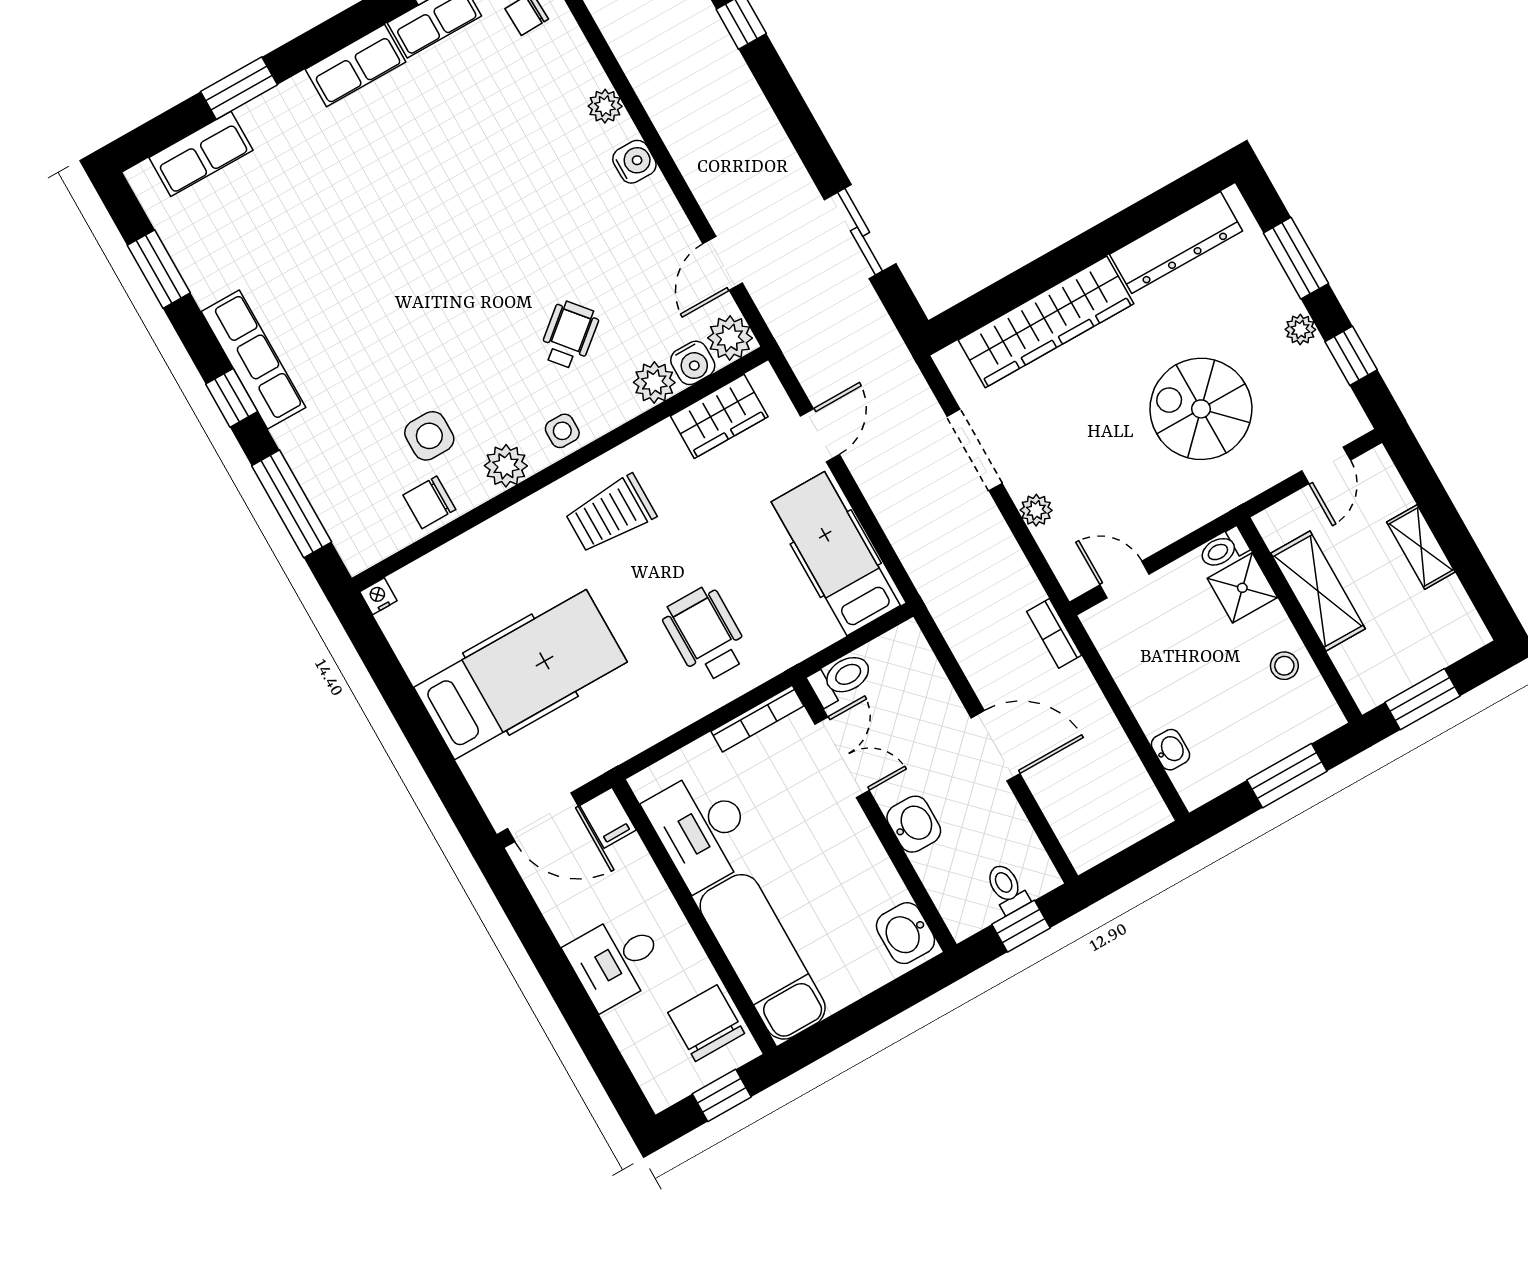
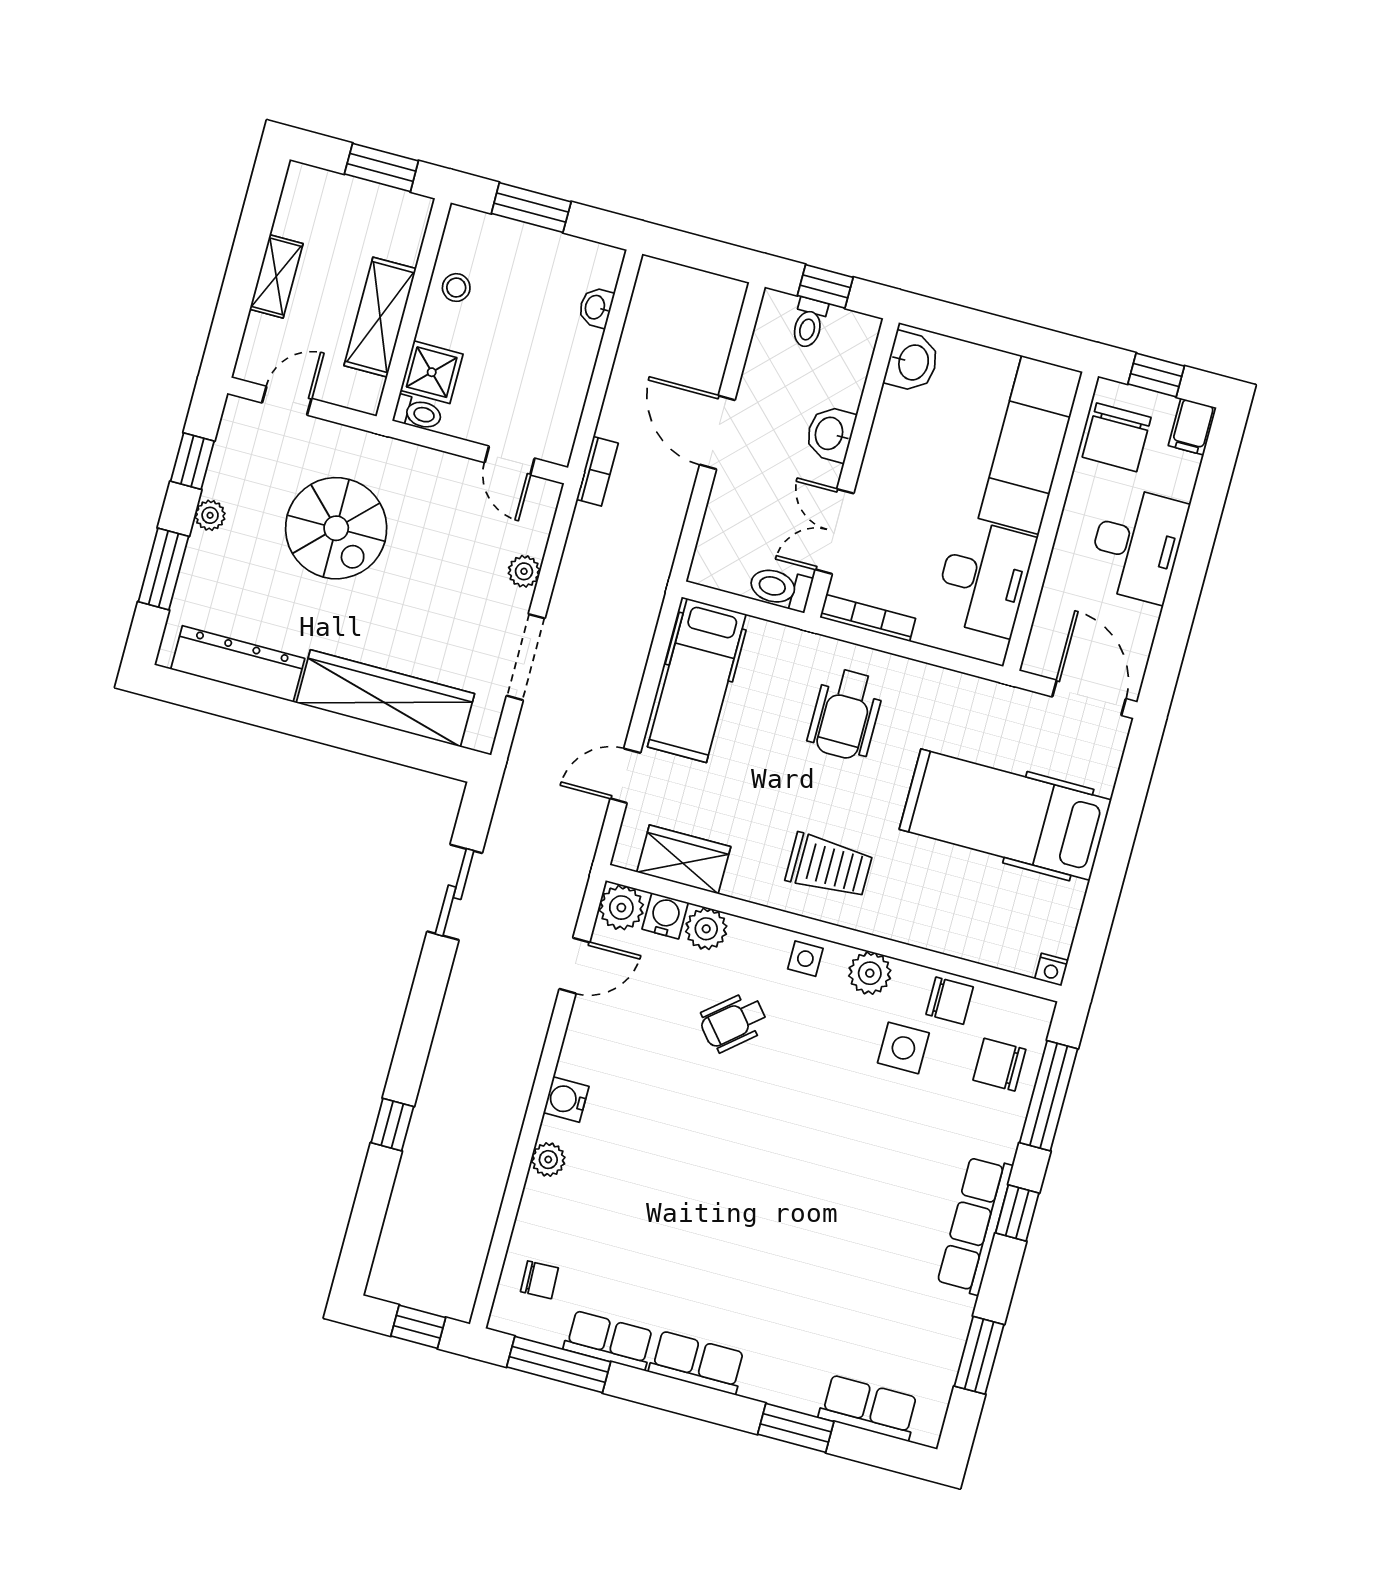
chair: (349, 491) -> (999, 1065), added
filing cabinet: (608, 818) -> (1192, 427), moved, turned 180
desk: (616, 961) -> (1137, 545), width x1.37

